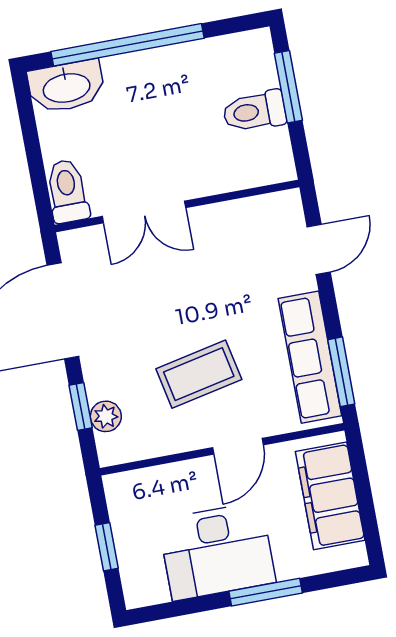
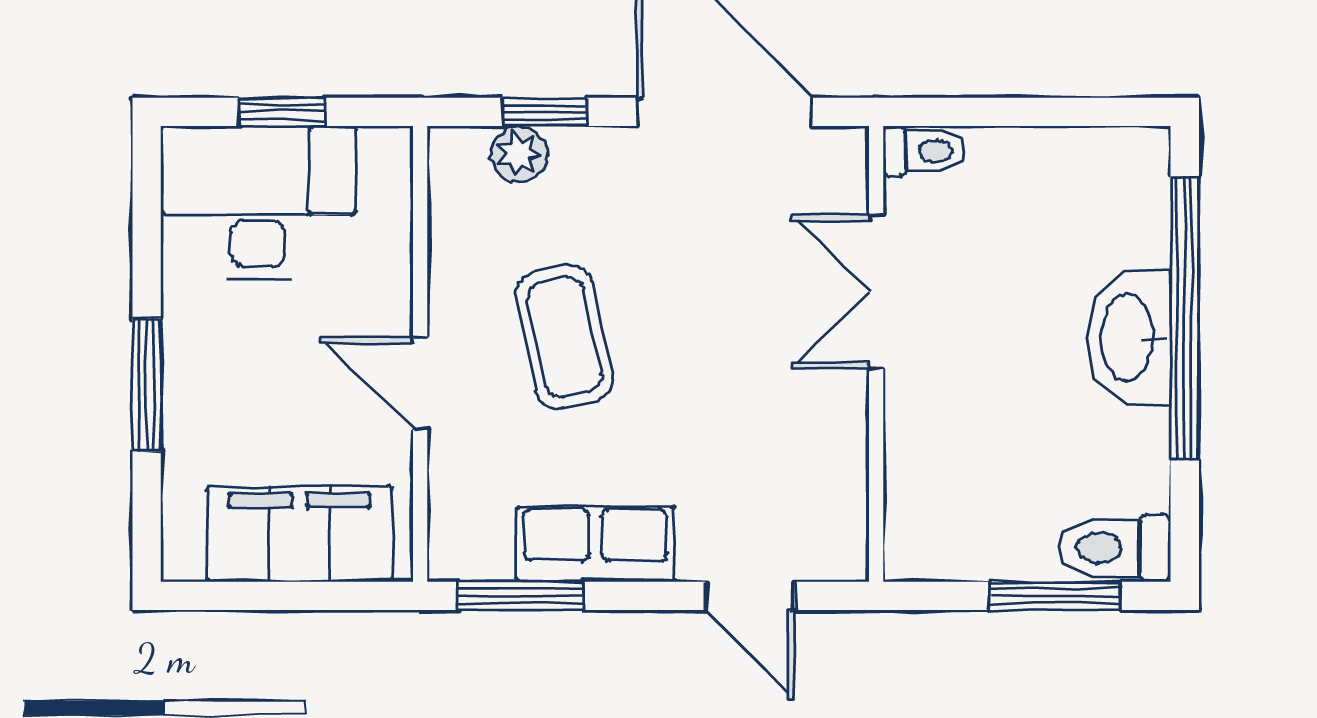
washbasin: (66, 87) -> (1129, 338), moved
toilet: (254, 111) -> (1115, 548), moved, turned -90
toilet: (67, 191) -> (924, 151), width x0.73, depth x0.72
row of seats: (310, 357) -> (595, 544), width x0.68
desk: (217, 551) -> (258, 202), moved, turned 90

